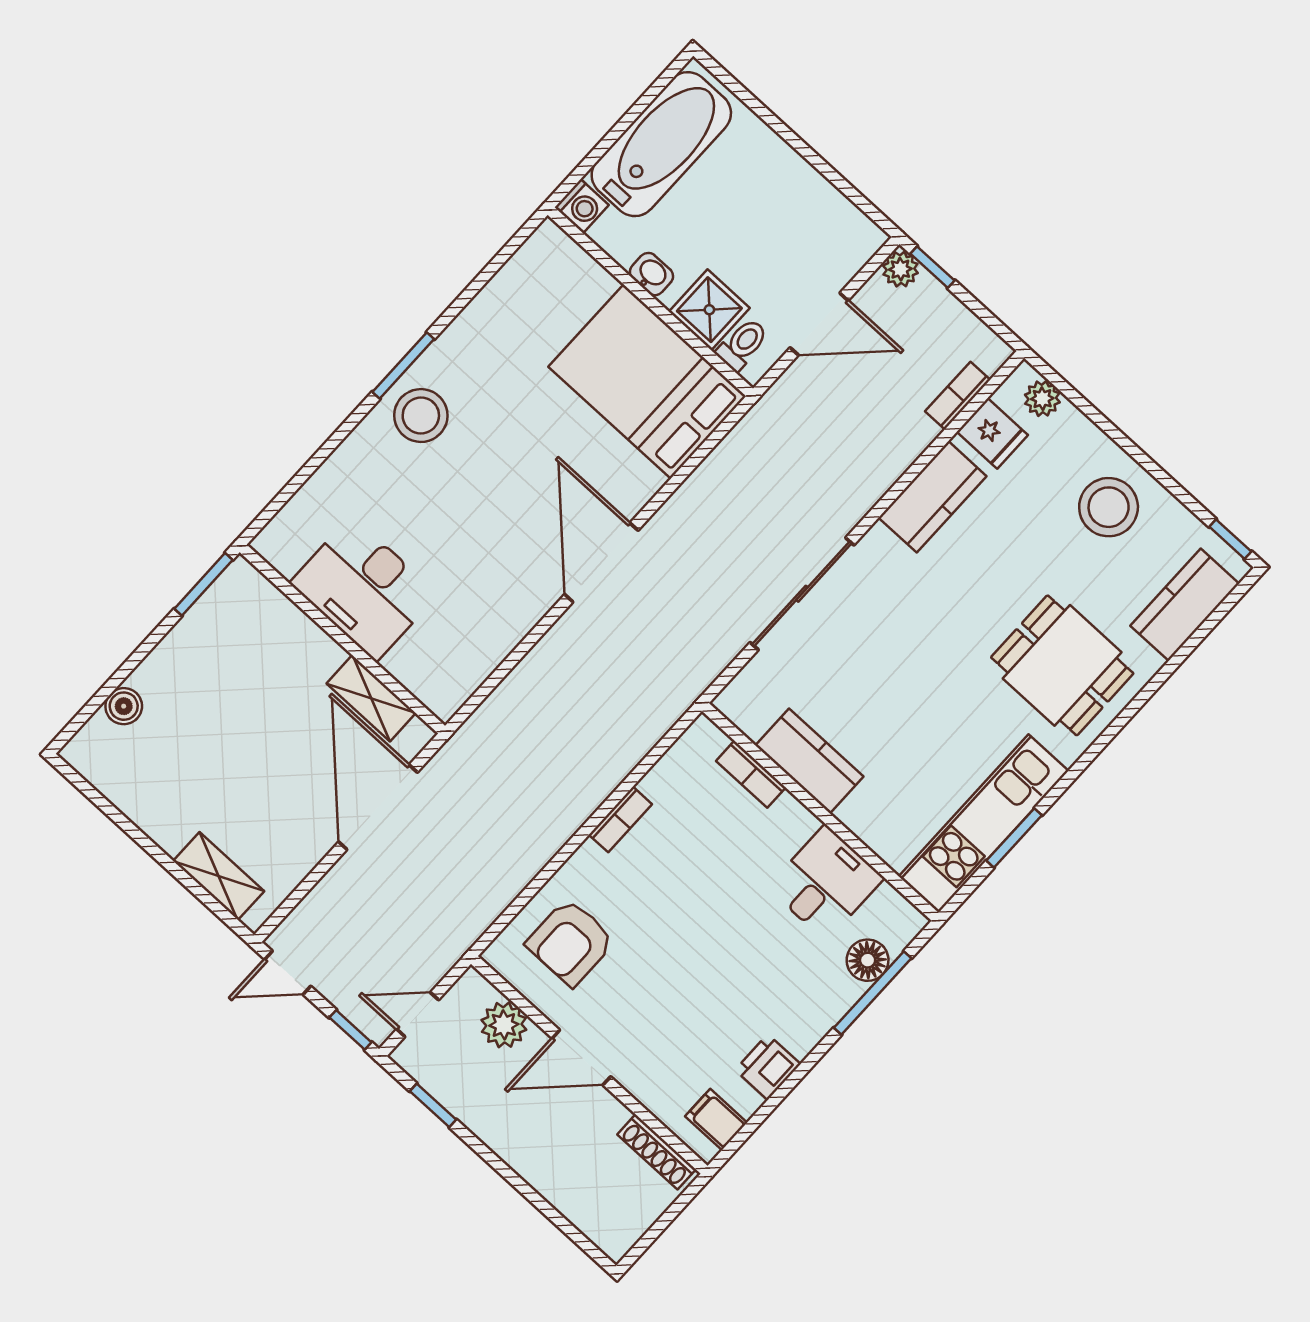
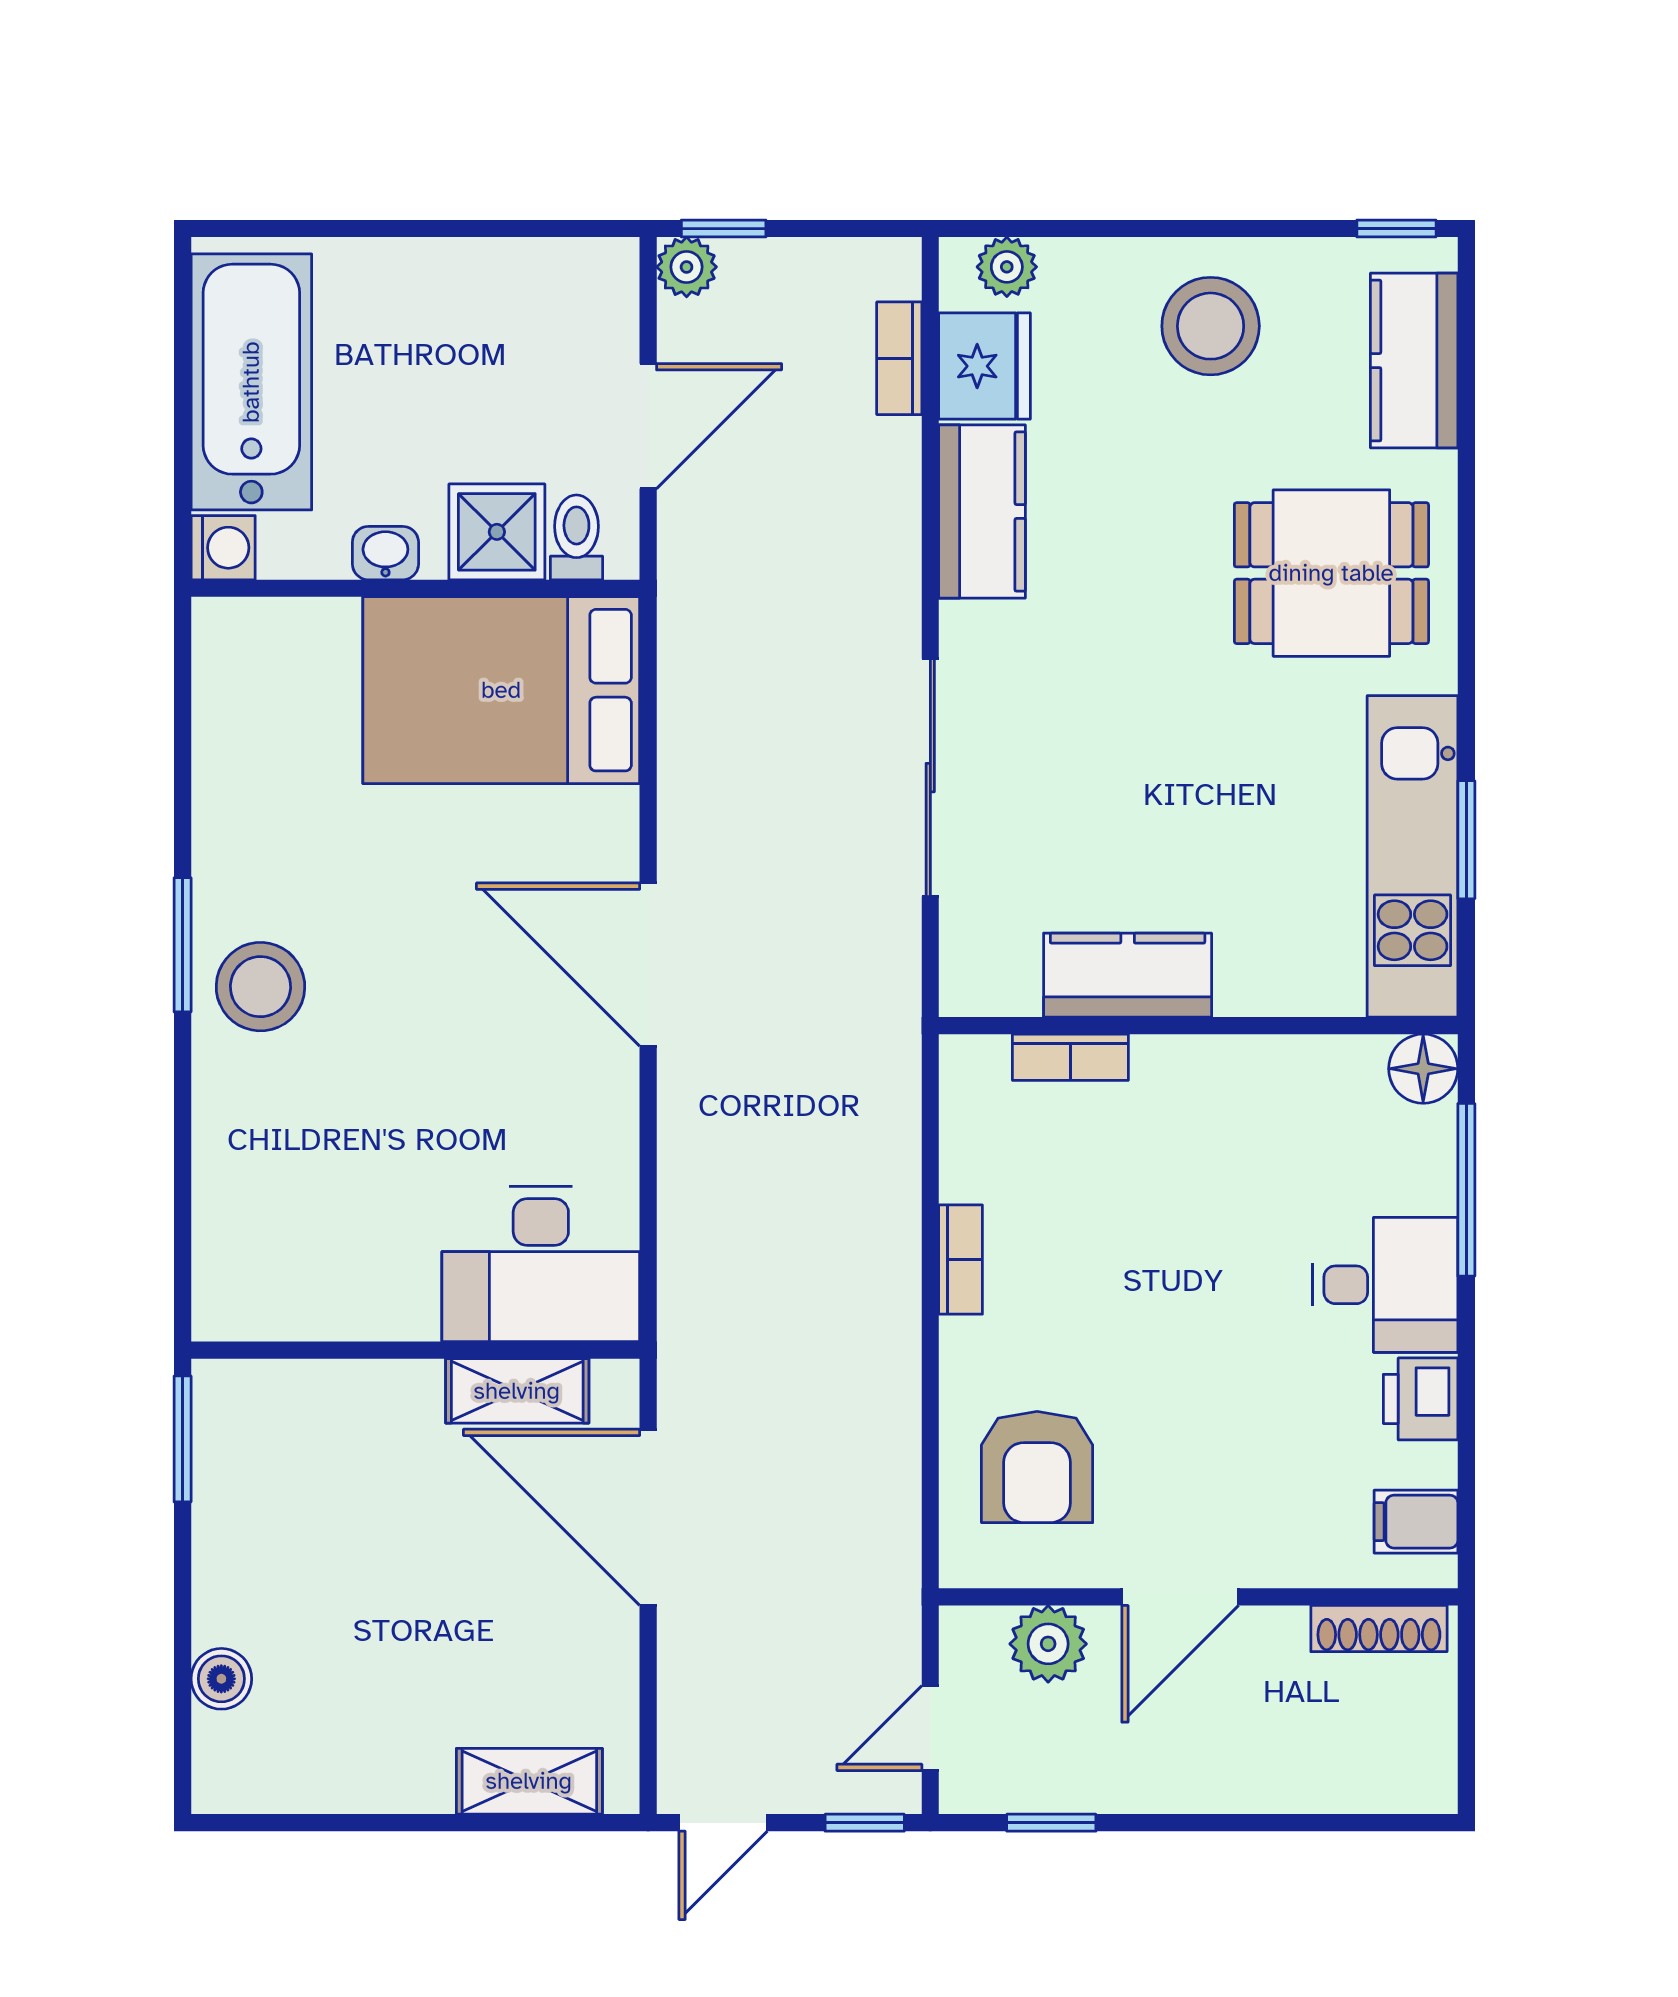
fridge: (992, 433) -> (985, 366), width x1.38
desk: (364, 589) -> (541, 1264), moved
desk: (826, 883) -> (1385, 1285), moved, turned 90
floor lamp: (868, 960) -> (1423, 1069), moved

